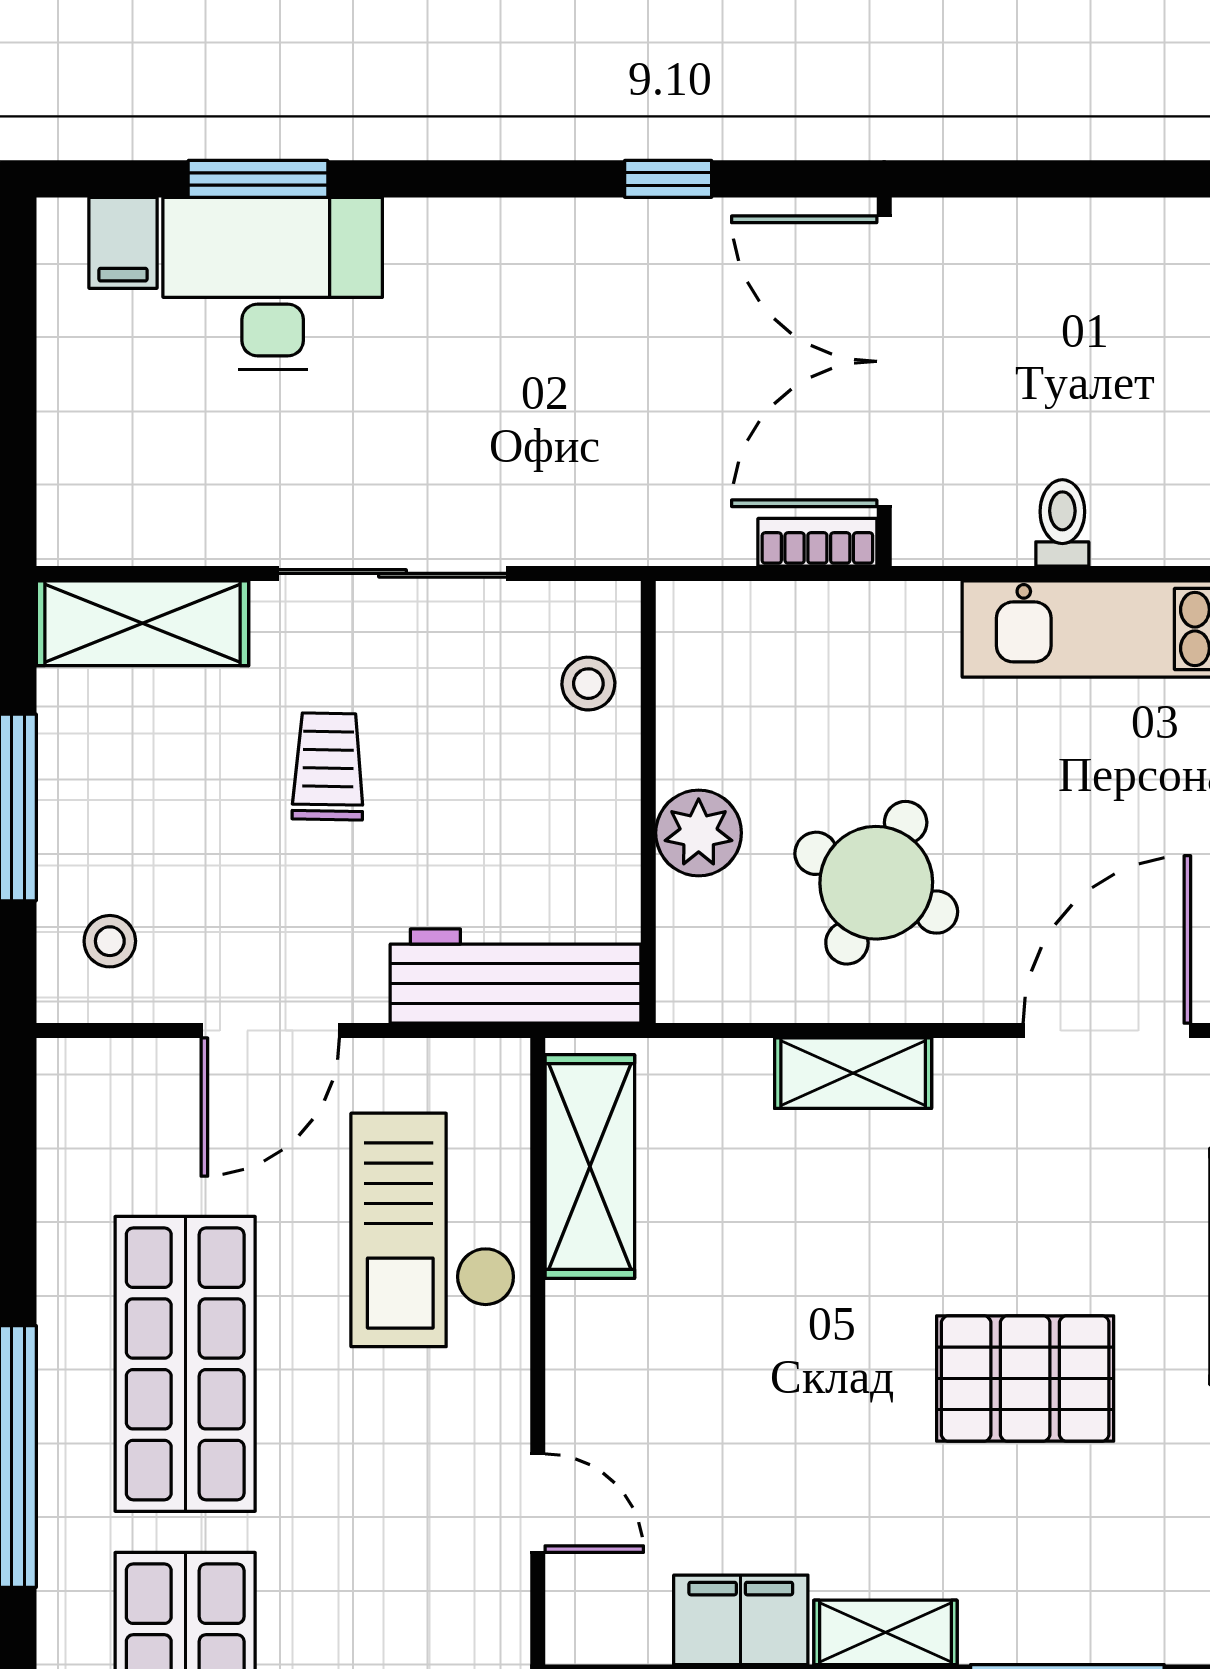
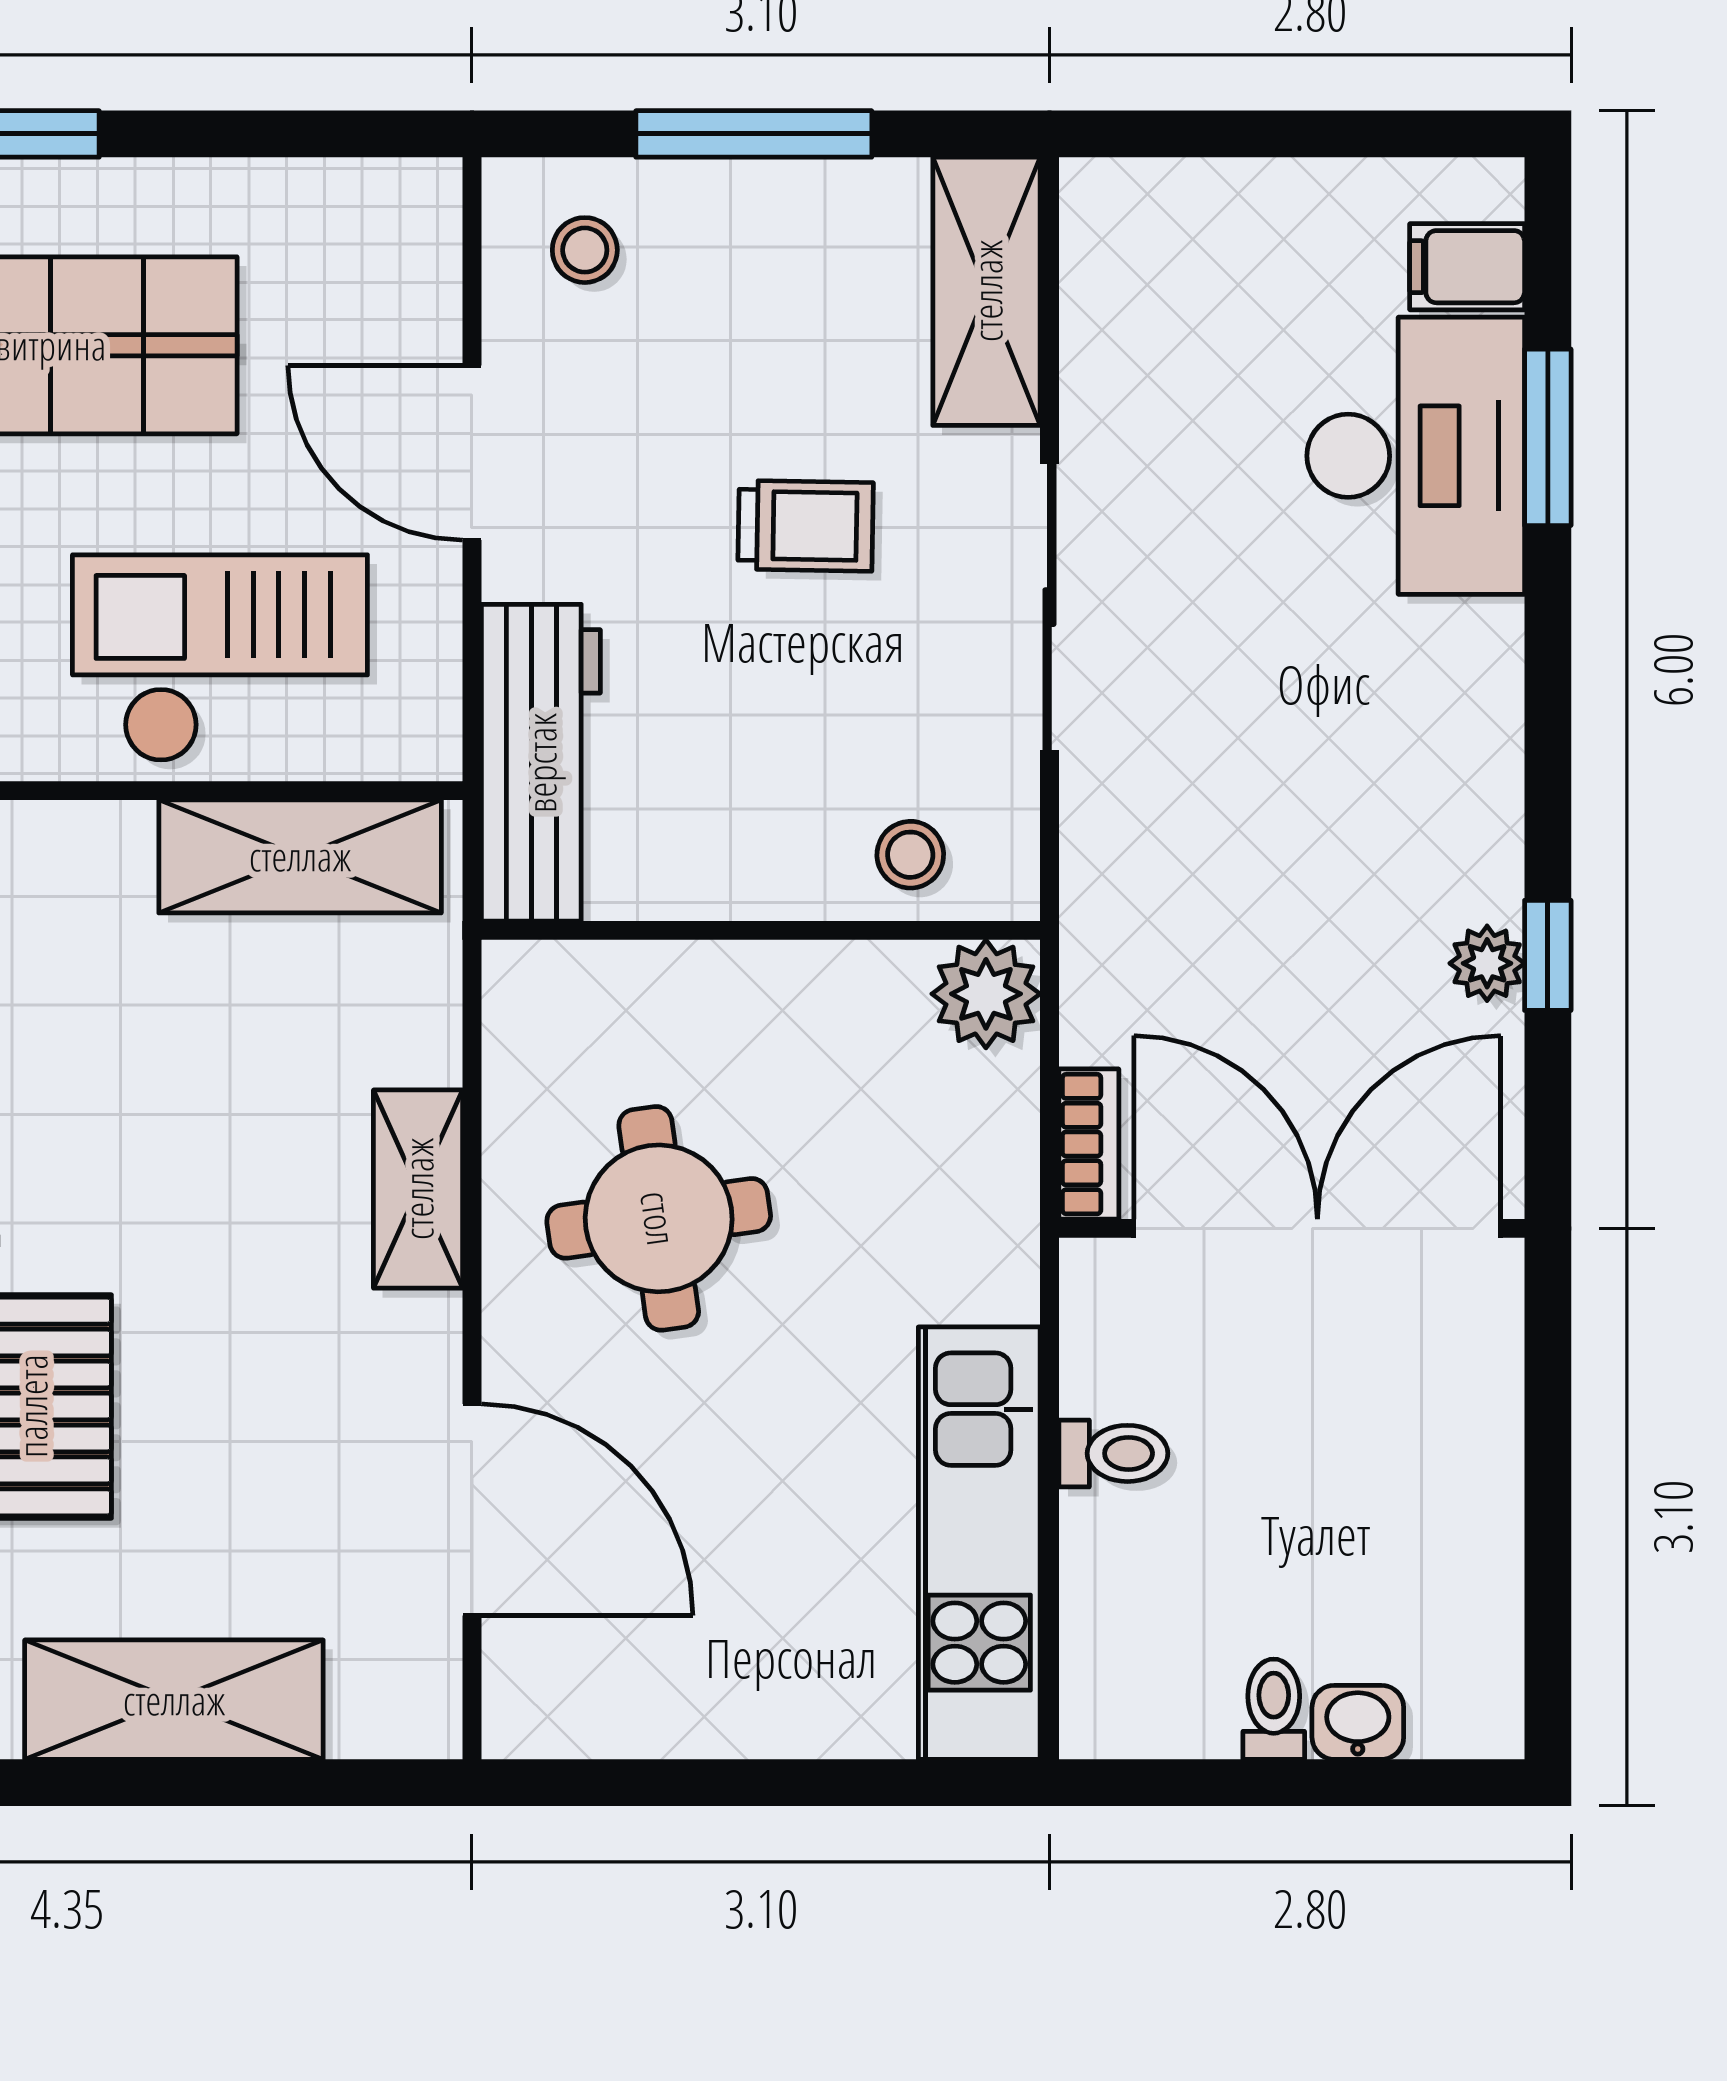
plant: (674, 227) -> (1487, 963), added
plant: (699, 833) -> (986, 994), moved
round table: (876, 883) -> (659, 1218), turned -34

